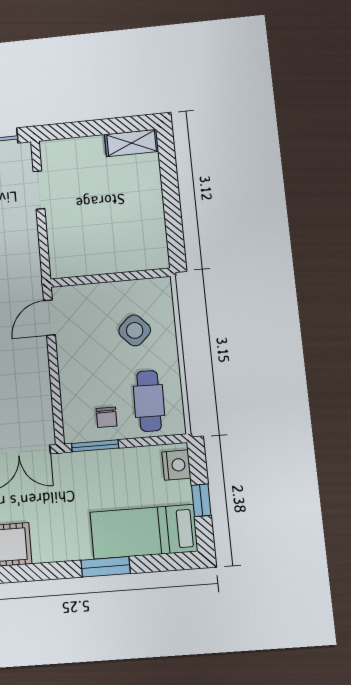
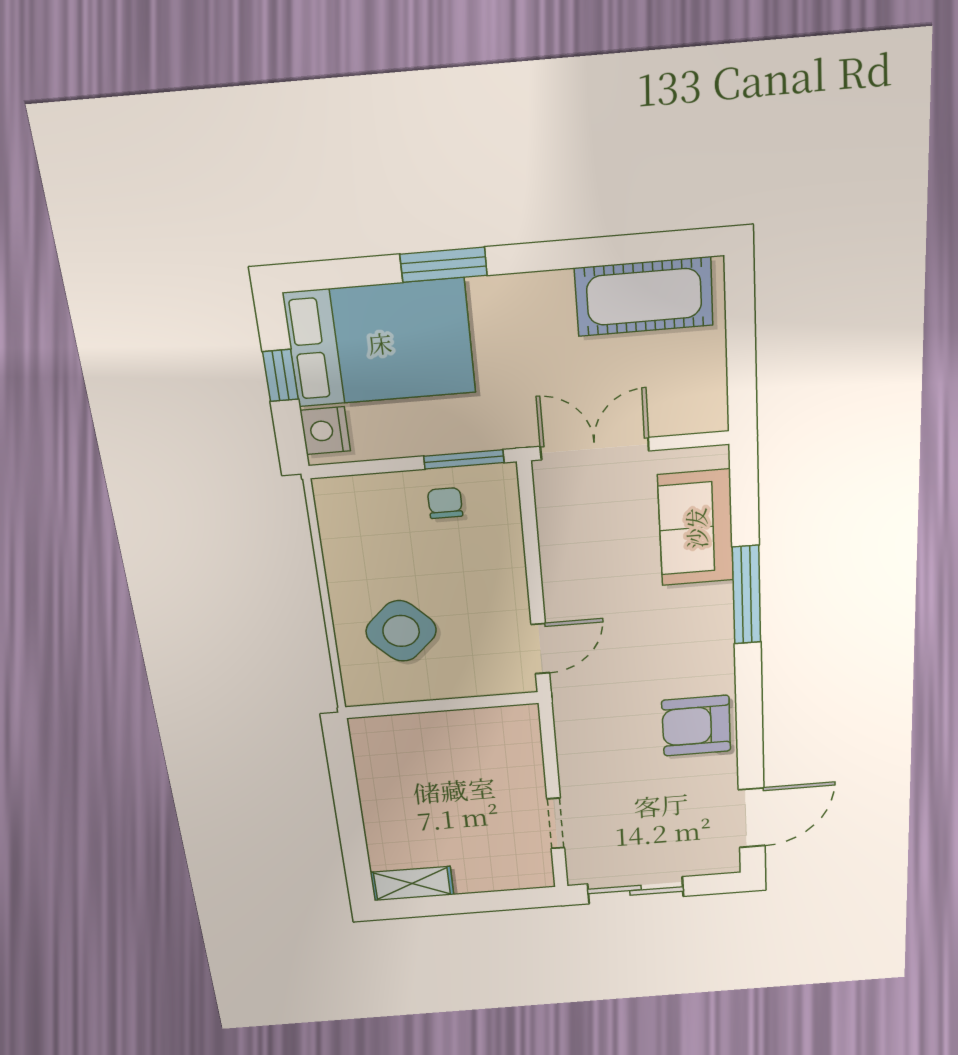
side table: (135, 330) -> (401, 631), width x1.37, depth x1.37
cafe table: (149, 401) -> (375, 528), removed
bed: (144, 532) -> (380, 343), width x1.50

